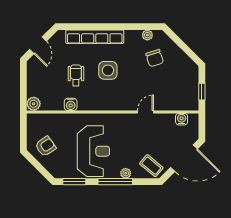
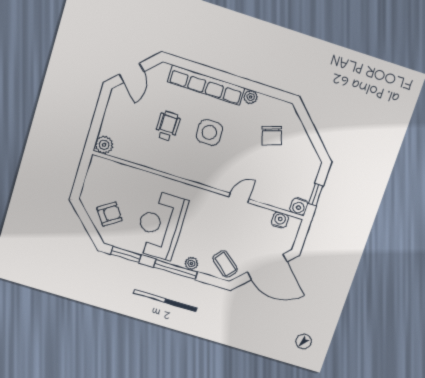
plant: (147, 35) -> (251, 97), moved
water cooler: (71, 104) -> (299, 206), moved
armchair: (45, 146) -> (109, 214), moved
reception desk: (93, 151) -> (160, 225), turned 180

